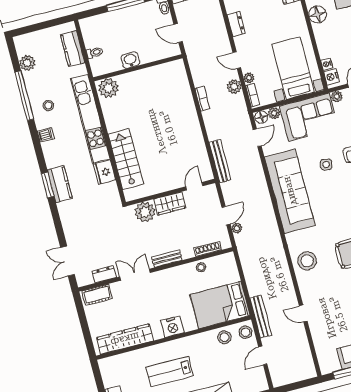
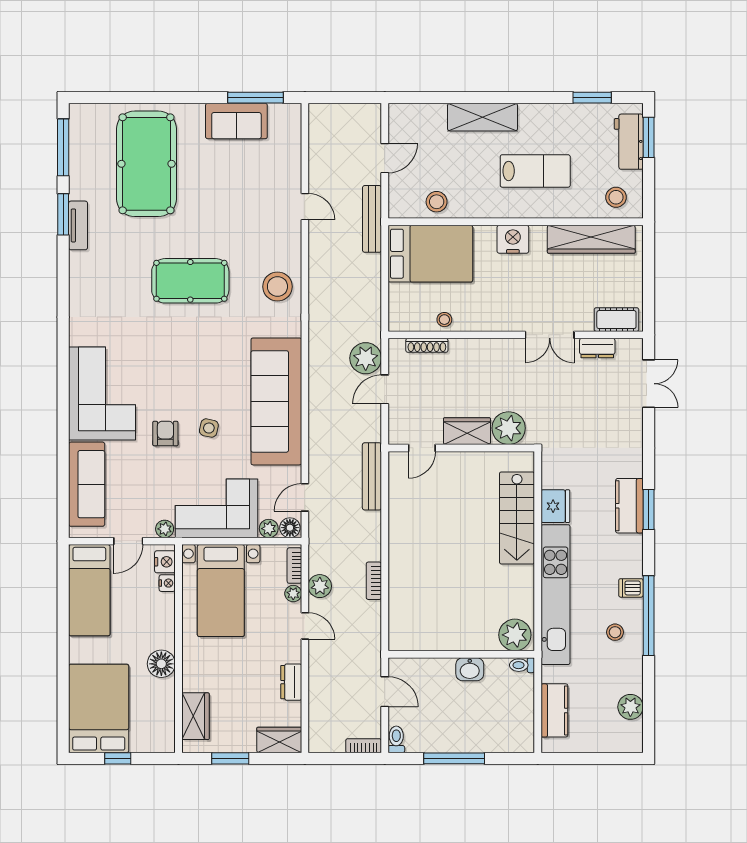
toilet: (95, 53) -> (522, 665), moved
window: (24, 96) -> (649, 616), moved
plant: (237, 228) -> (366, 358), width x1.88, depth x1.88
bench: (167, 259) -> (494, 347), removed
stool: (246, 332) -> (616, 197), moved

